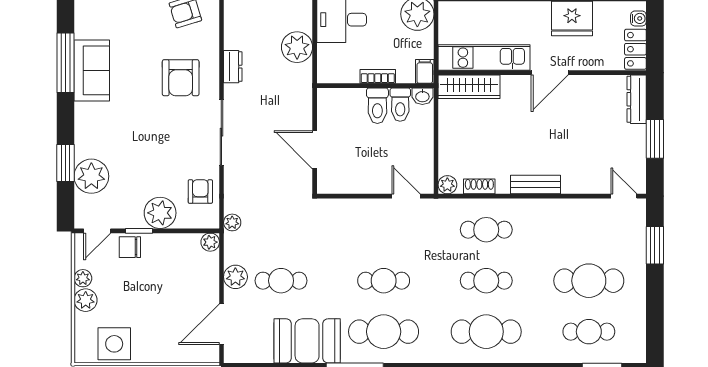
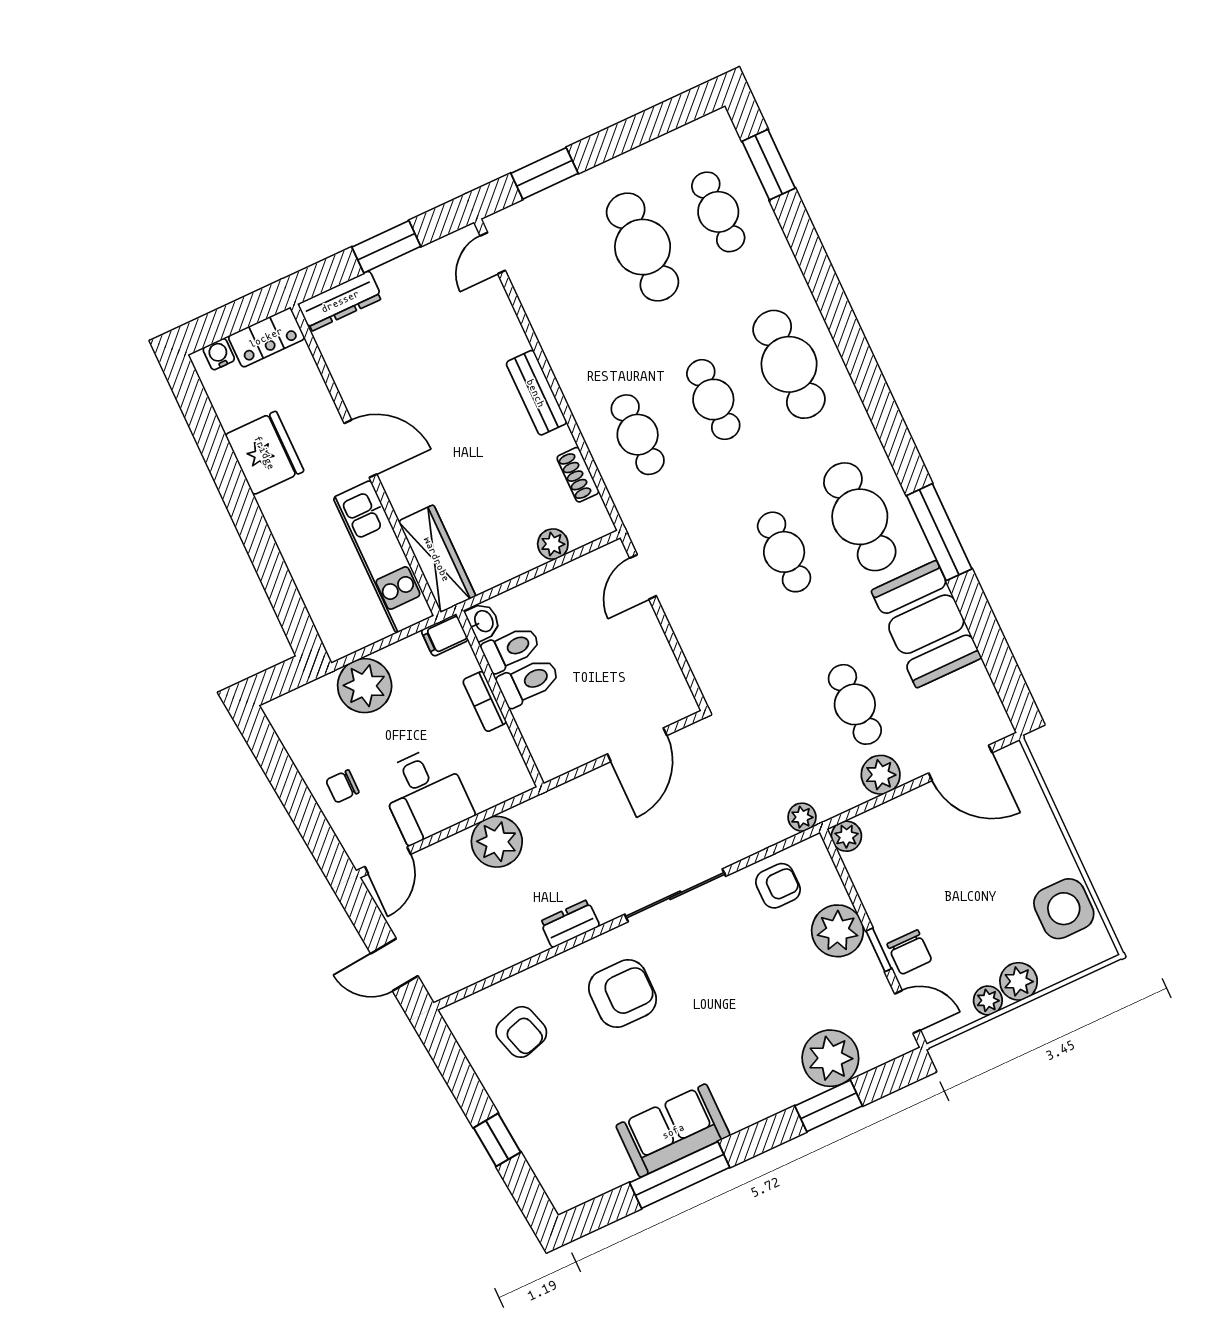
plant: (447, 185) -> (553, 544), moved
armchair: (200, 192) -> (778, 886), turned 180

